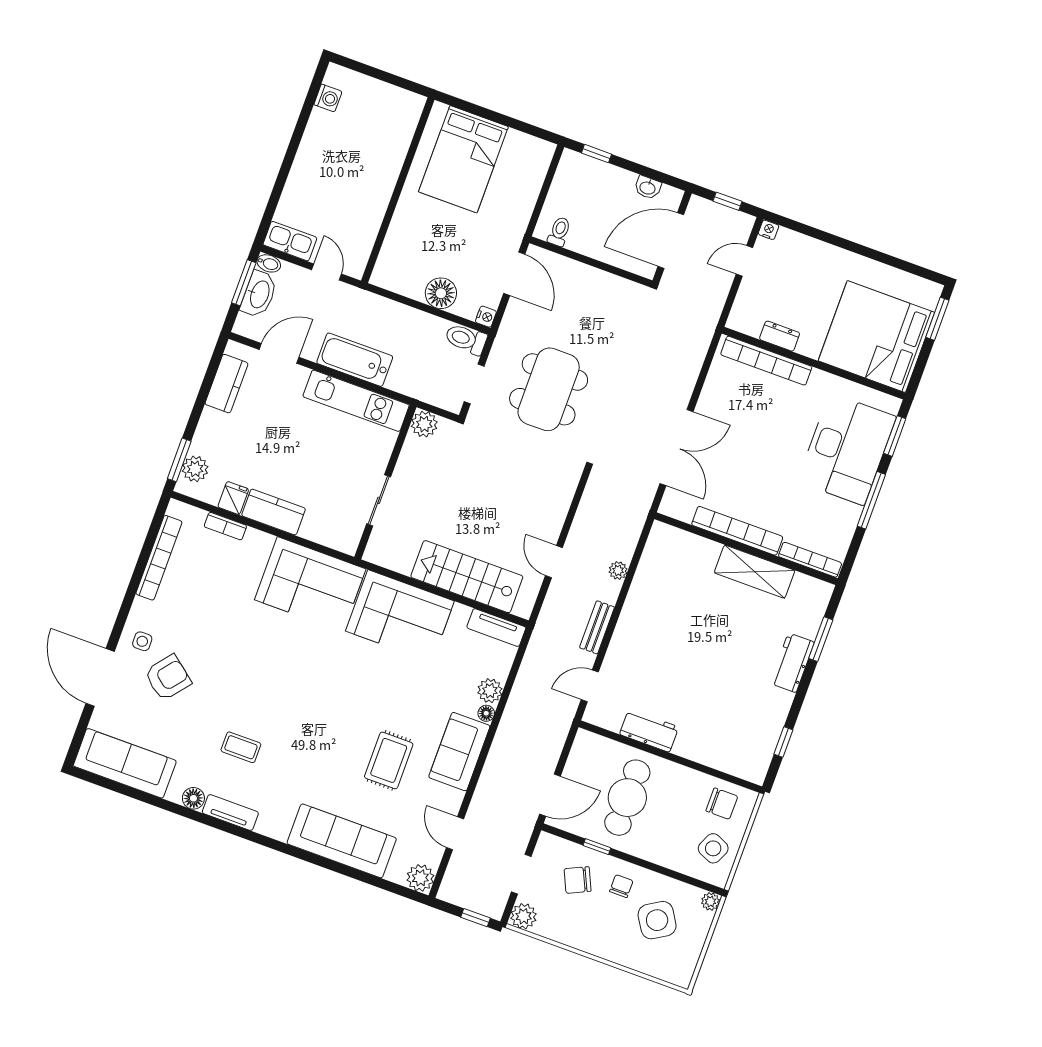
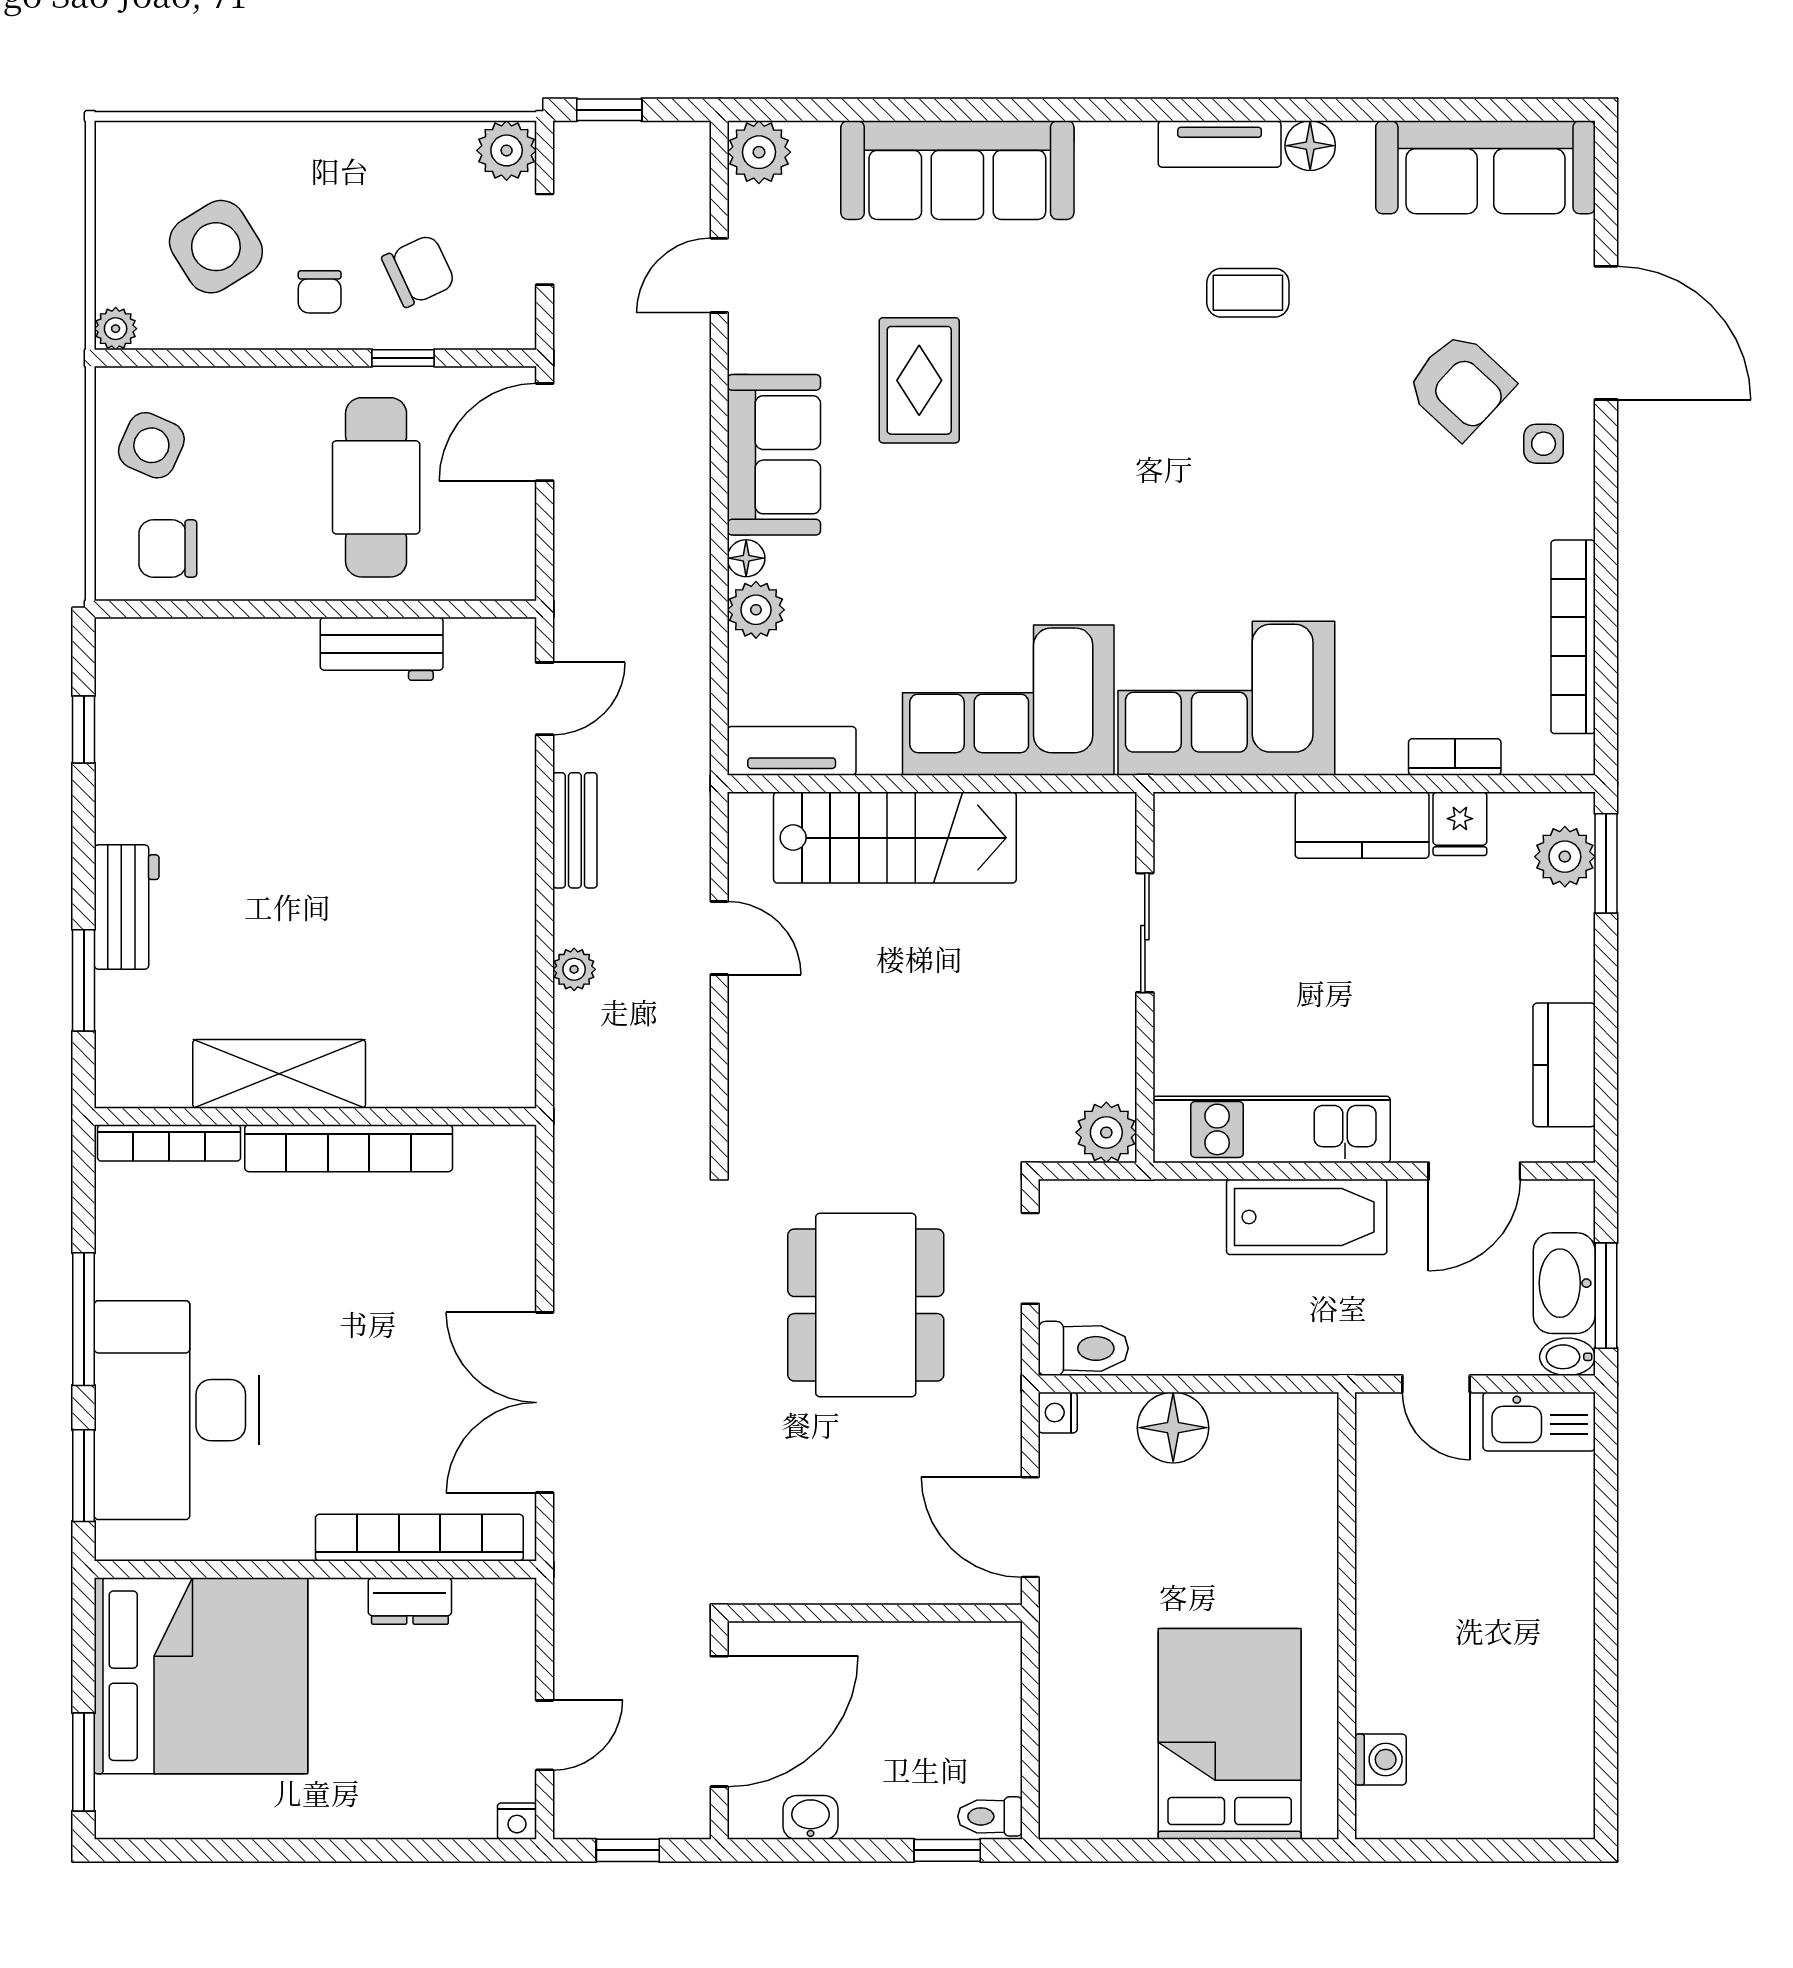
washing machine: (328, 98) -> (1381, 1760), moved, turned 180
toilet: (559, 232) -> (990, 1816), moved, turned 90
double door: (676, 448) -> (545, 1403), moved
armchair: (168, 678) -> (1460, 386), turned -86
door: (455, 833) -> (719, 275), swing flipped

